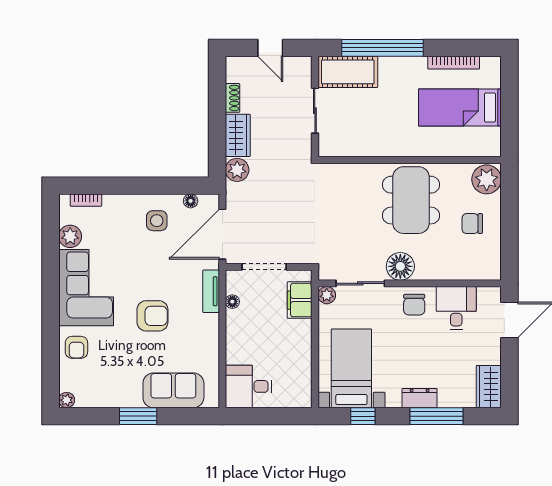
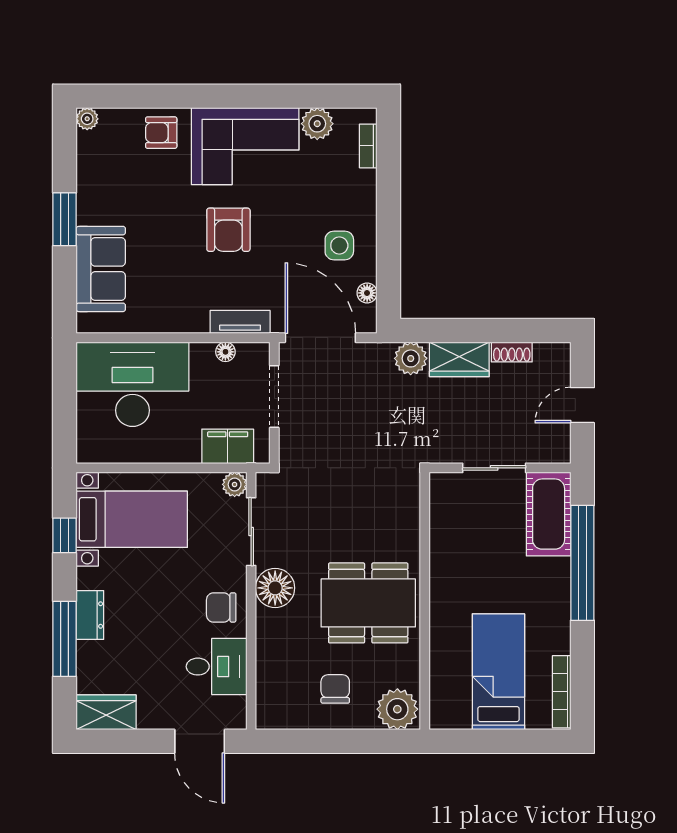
bookcase: (454, 63) -> (562, 692), moved
armchair: (152, 316) -> (228, 230), moved
desk: (249, 386) -> (132, 384), width x1.87, depth x1.30

